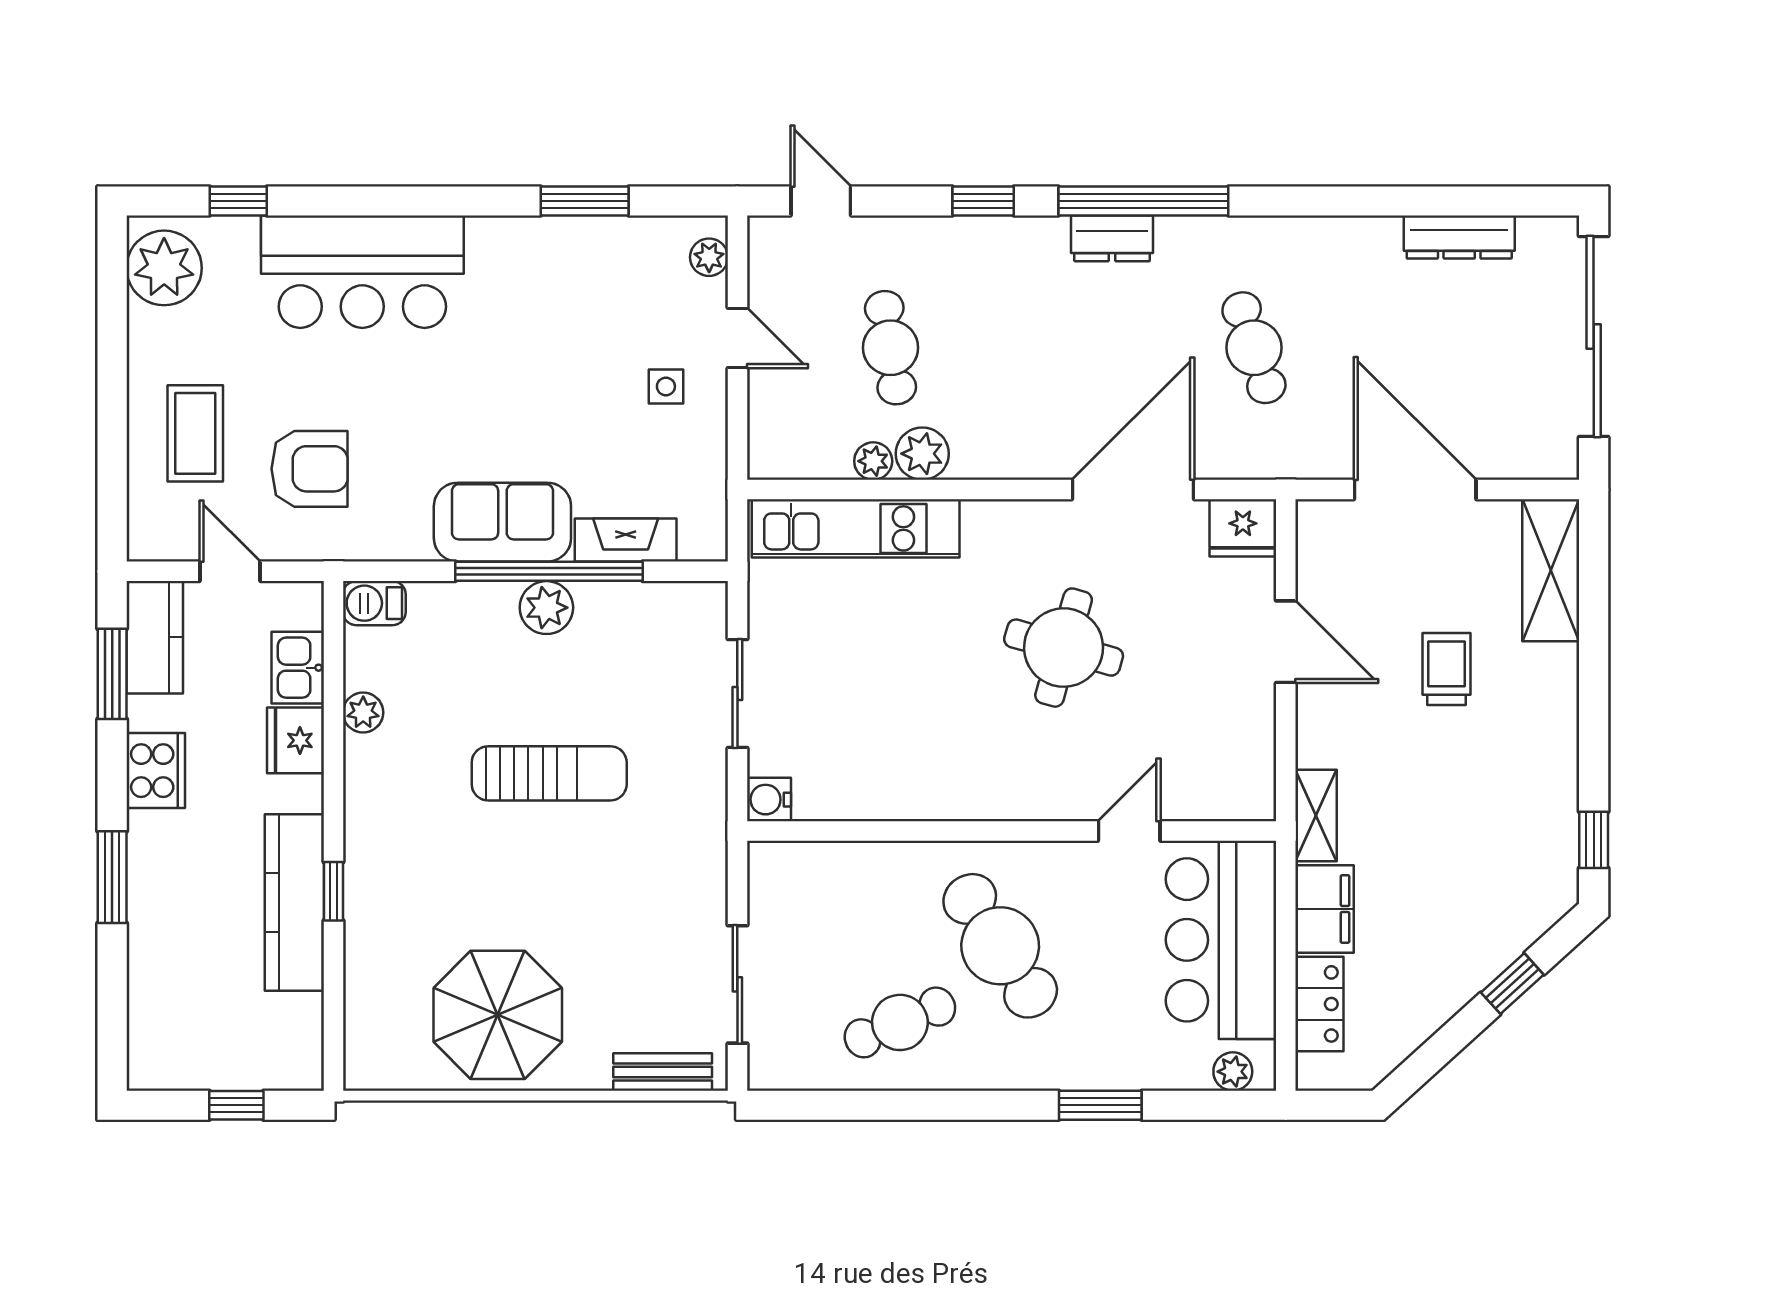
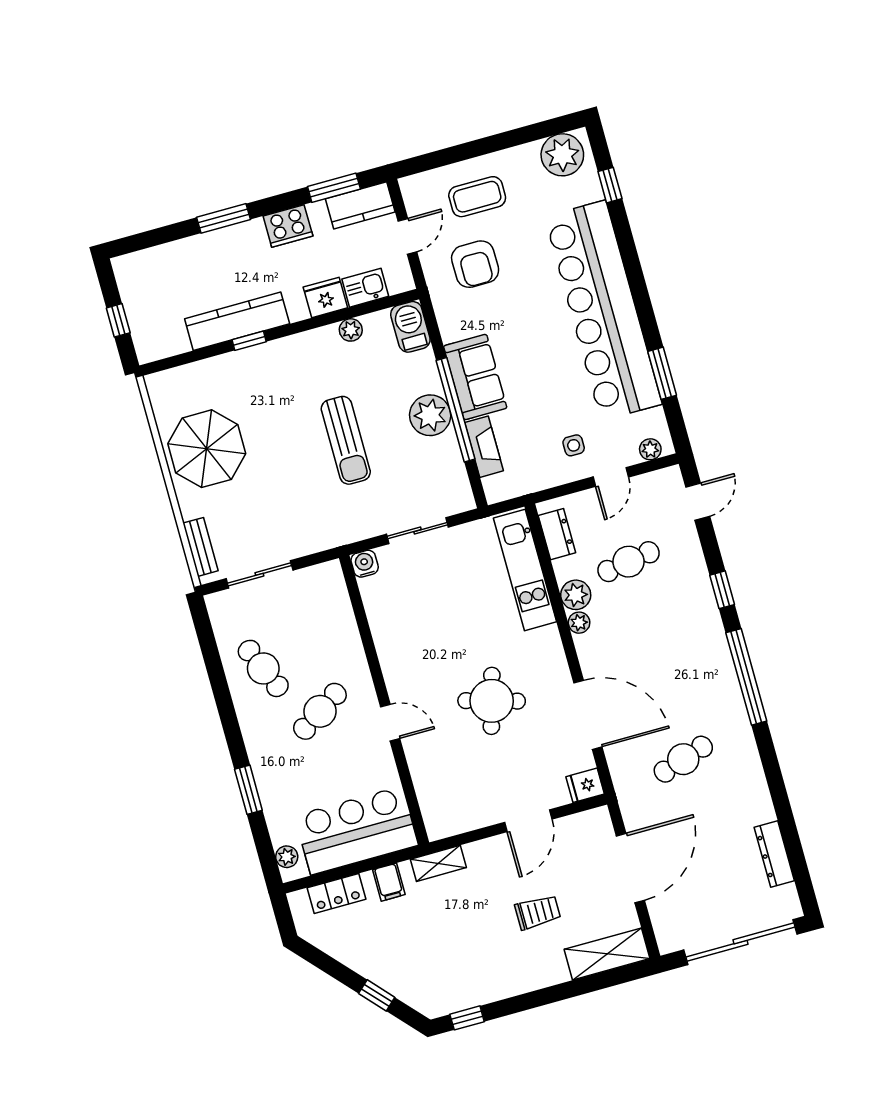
dresser: (1112, 238) -> (557, 534), moved, turned 180
bar counter: (362, 272) -> (603, 310), width x1.86
plant: (873, 461) -> (579, 623), moved
fridge: (1243, 528) -> (585, 785), width x0.72
barbecue: (374, 603) -> (410, 327), width x1.38, depth x1.27
plant: (546, 608) -> (430, 415), width x1.36, depth x1.36
door: (1129, 831) -> (390, 723), moved
filing cabinet: (1325, 909) -> (389, 882), width x0.50
cafe table: (1000, 946) -> (320, 711), width x0.73, depth x0.74

